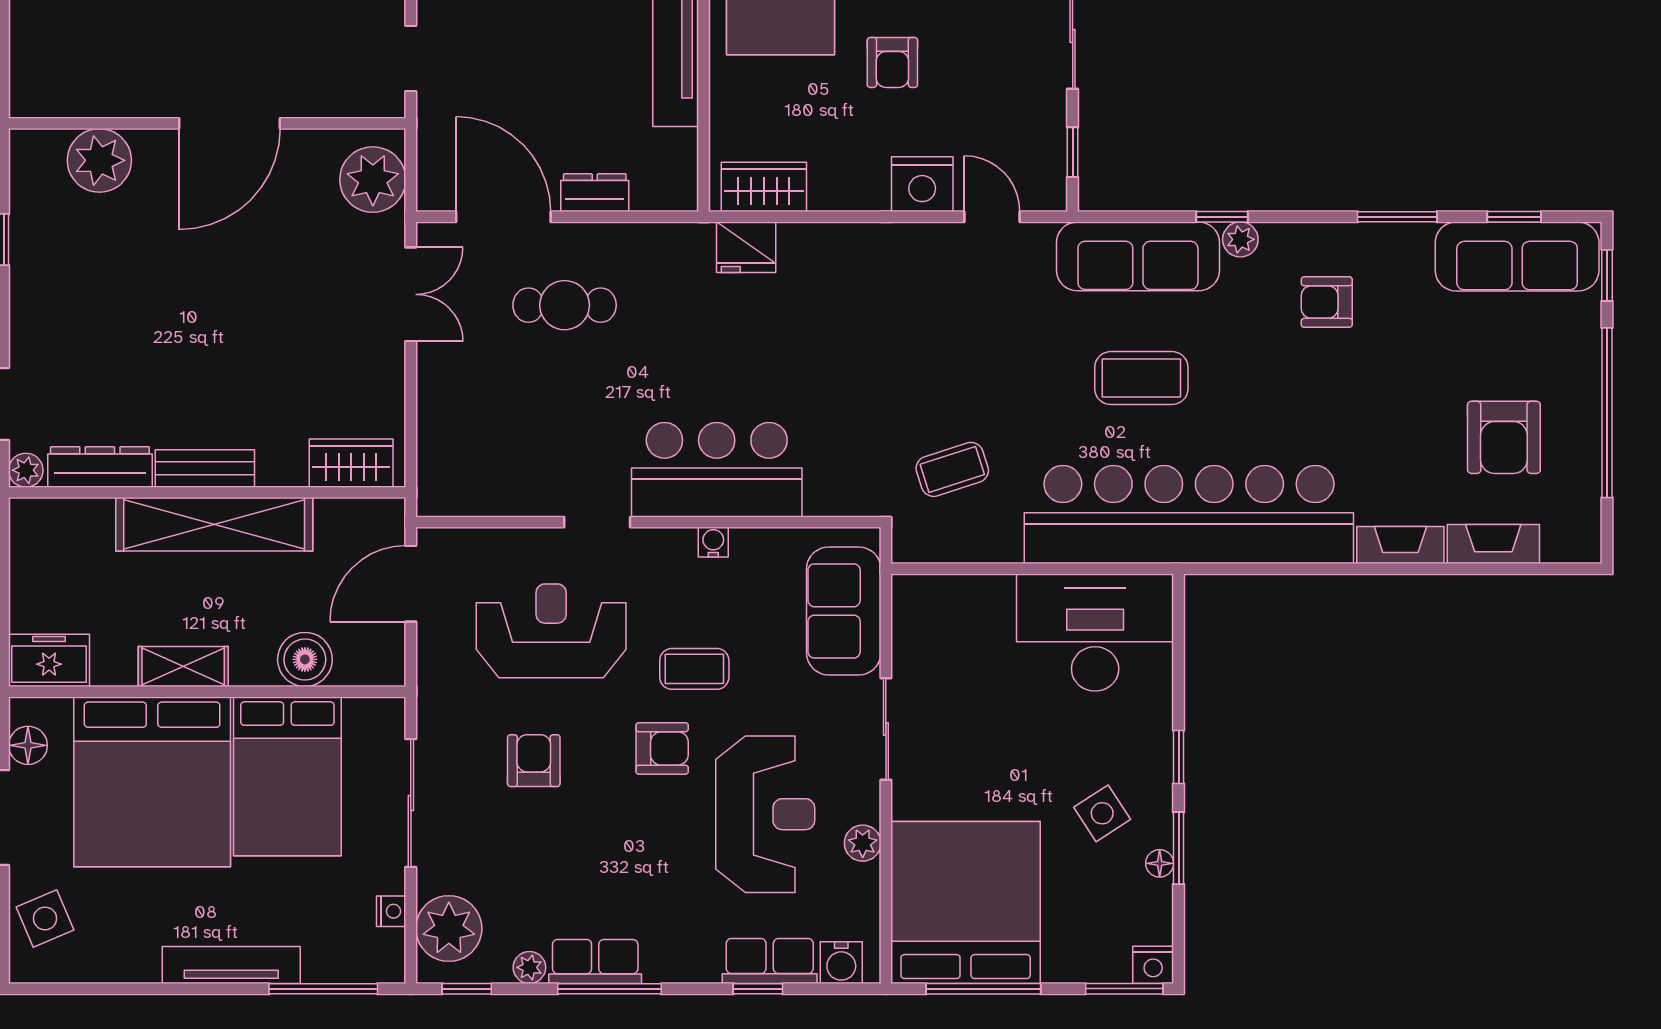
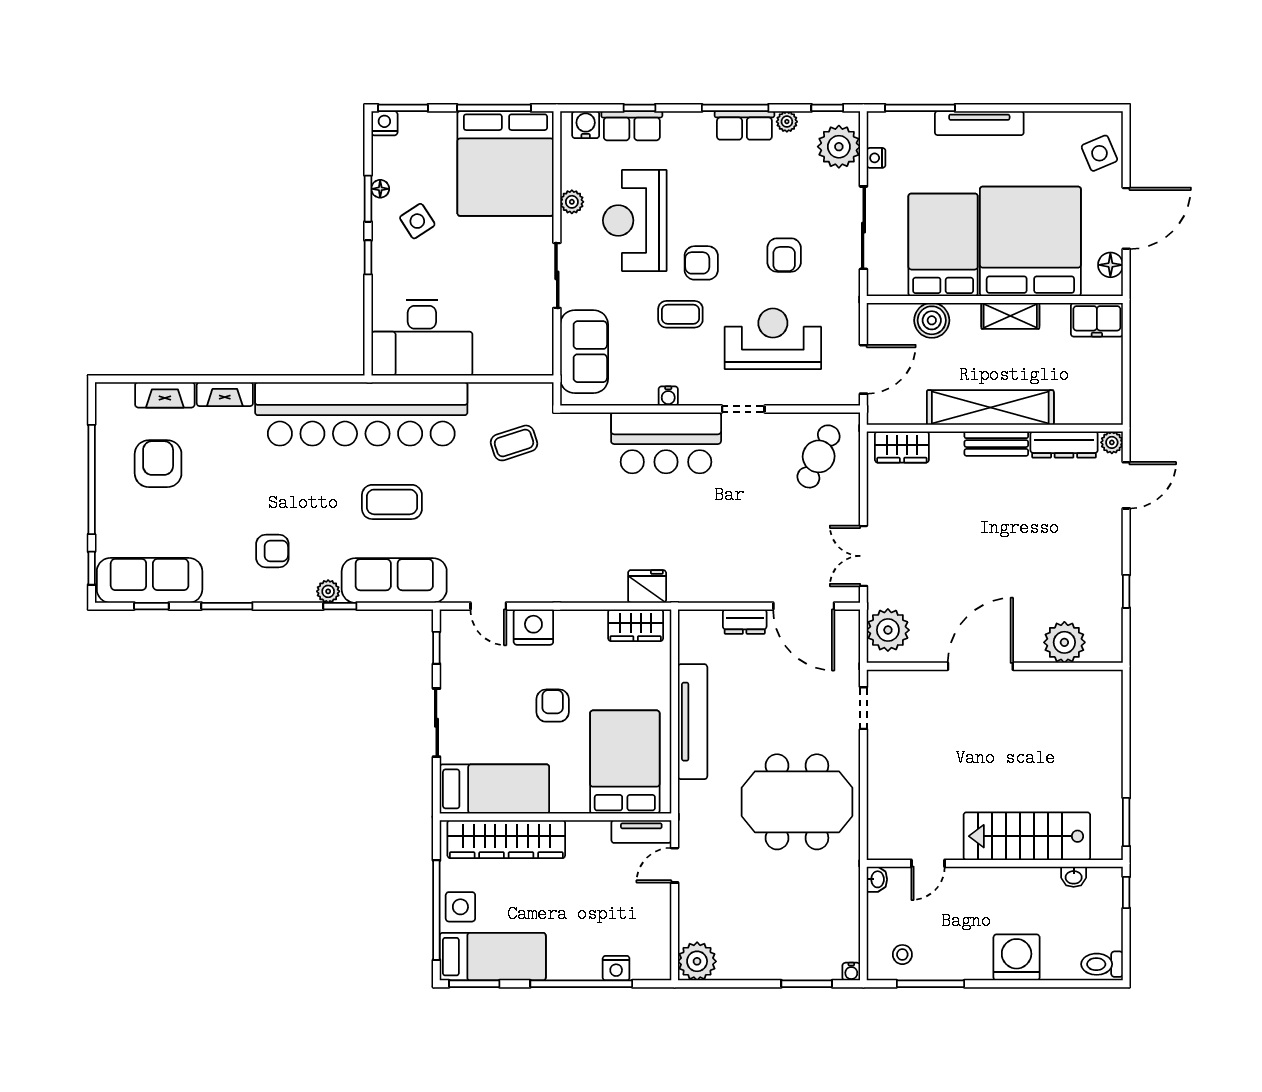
cafe table: (565, 305) -> (819, 456), moved, turned -64
reception desk: (551, 631) -> (773, 339), turned 180

